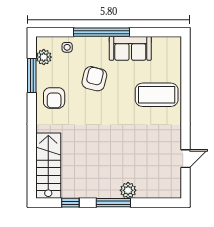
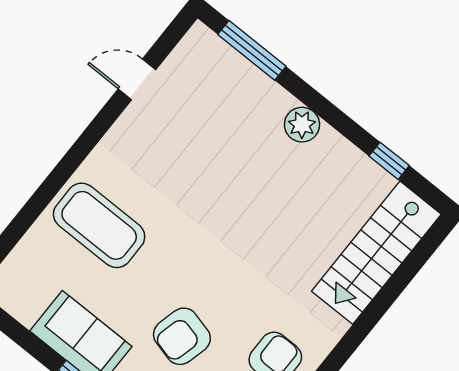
plant: (128, 190) -> (302, 125), moved
window: (113, 203) -> (252, 50), moved

